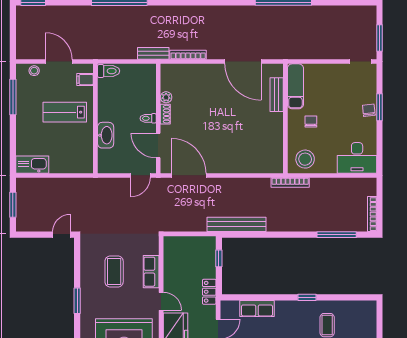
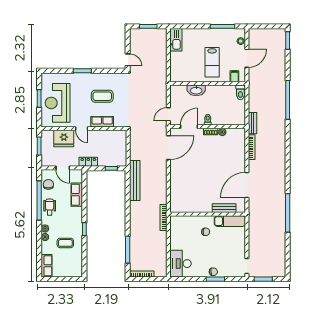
lab bench: (65, 112) -> (212, 62), turned 180
stool: (305, 159) -> (180, 228), removed
door: (140, 175) -> (168, 114), hinge flipped
door: (161, 301) -> (82, 129), hinge flipped

